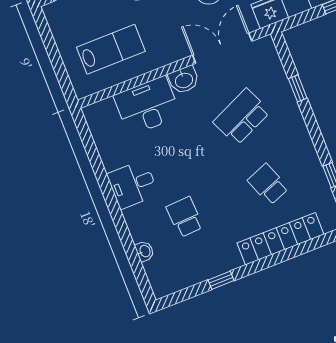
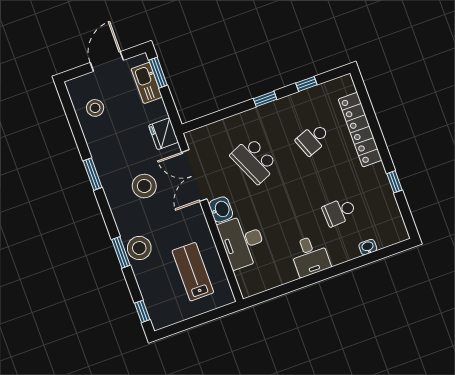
window: (298, 88) -> (265, 99), moved

